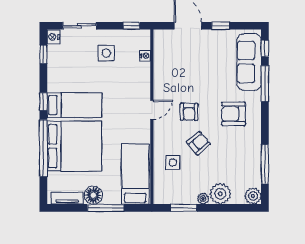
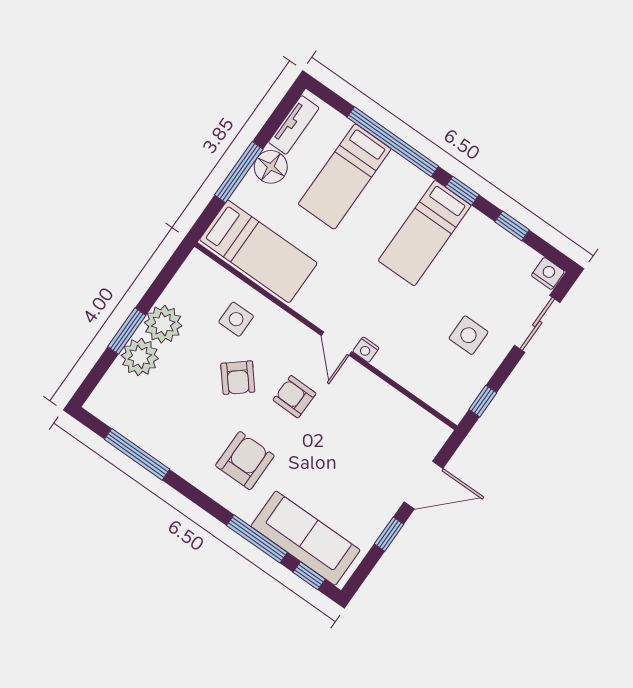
window: (43, 54) -> (512, 226), moved
nightstand: (145, 56) -> (366, 350), moved
bed: (74, 146) -> (345, 177), width x0.49
plant: (253, 196) -> (102, 403), removed
plant: (203, 199) -> (163, 324), width x1.87, depth x1.87
window: (184, 208) -> (127, 331), moved

